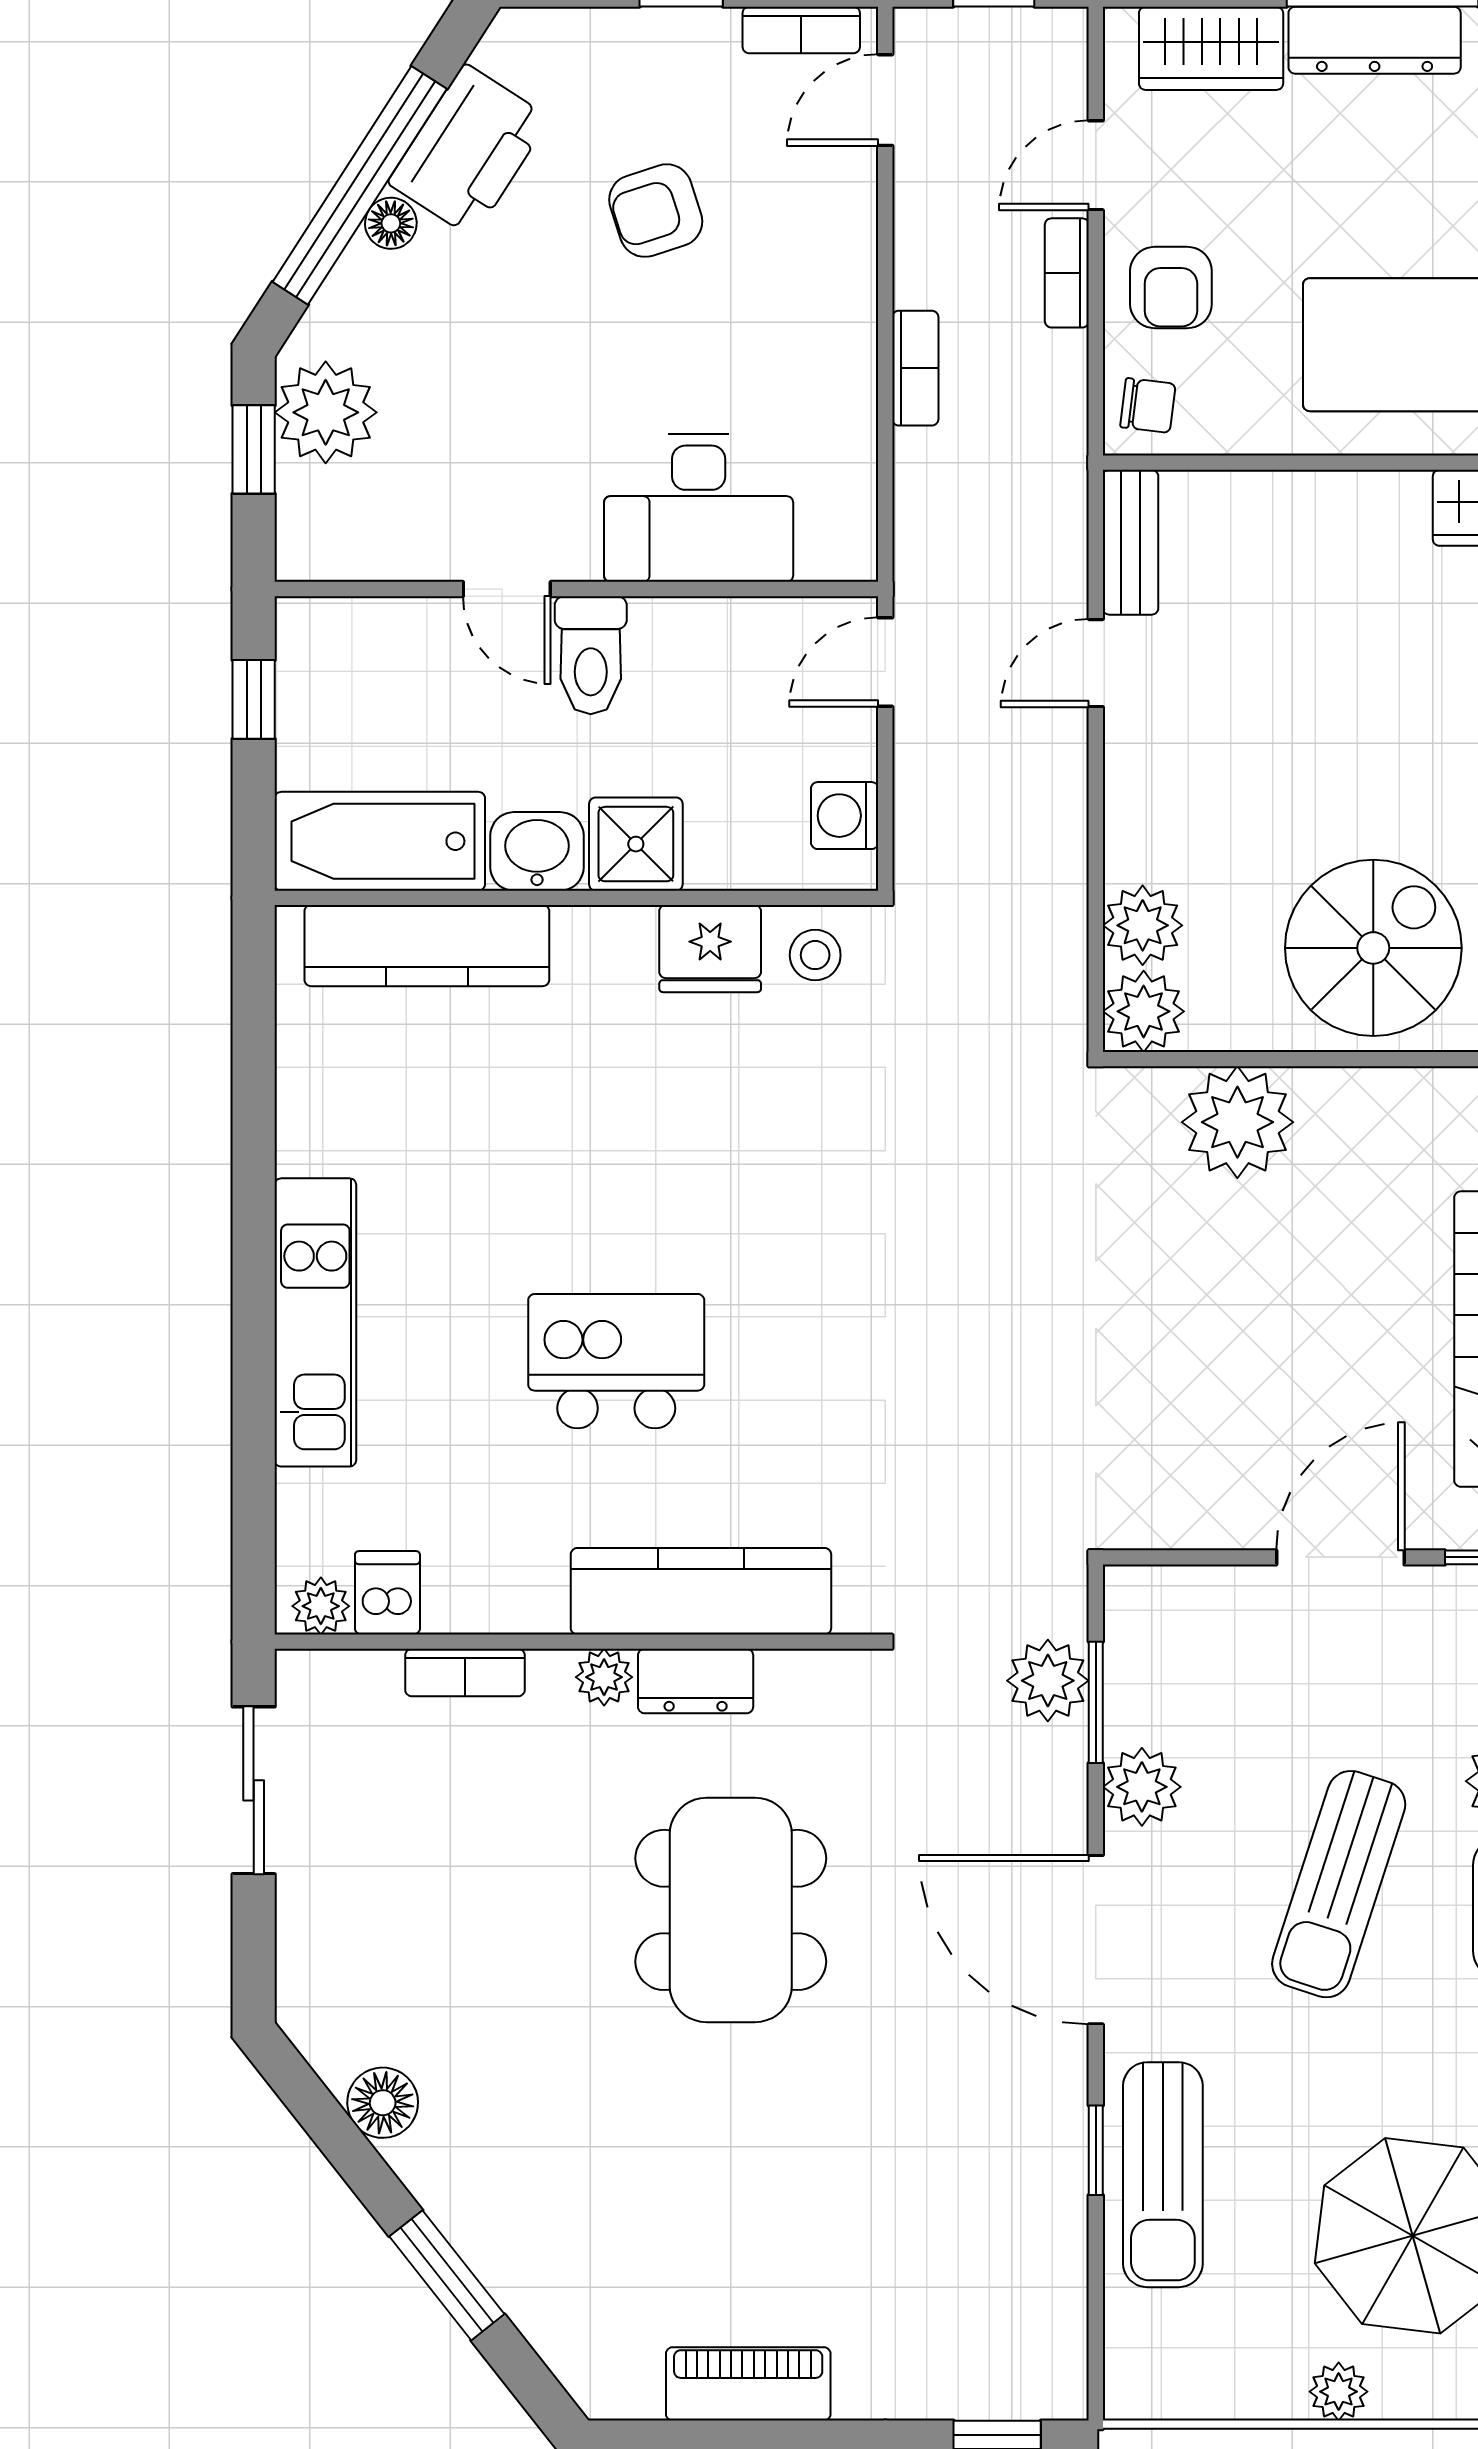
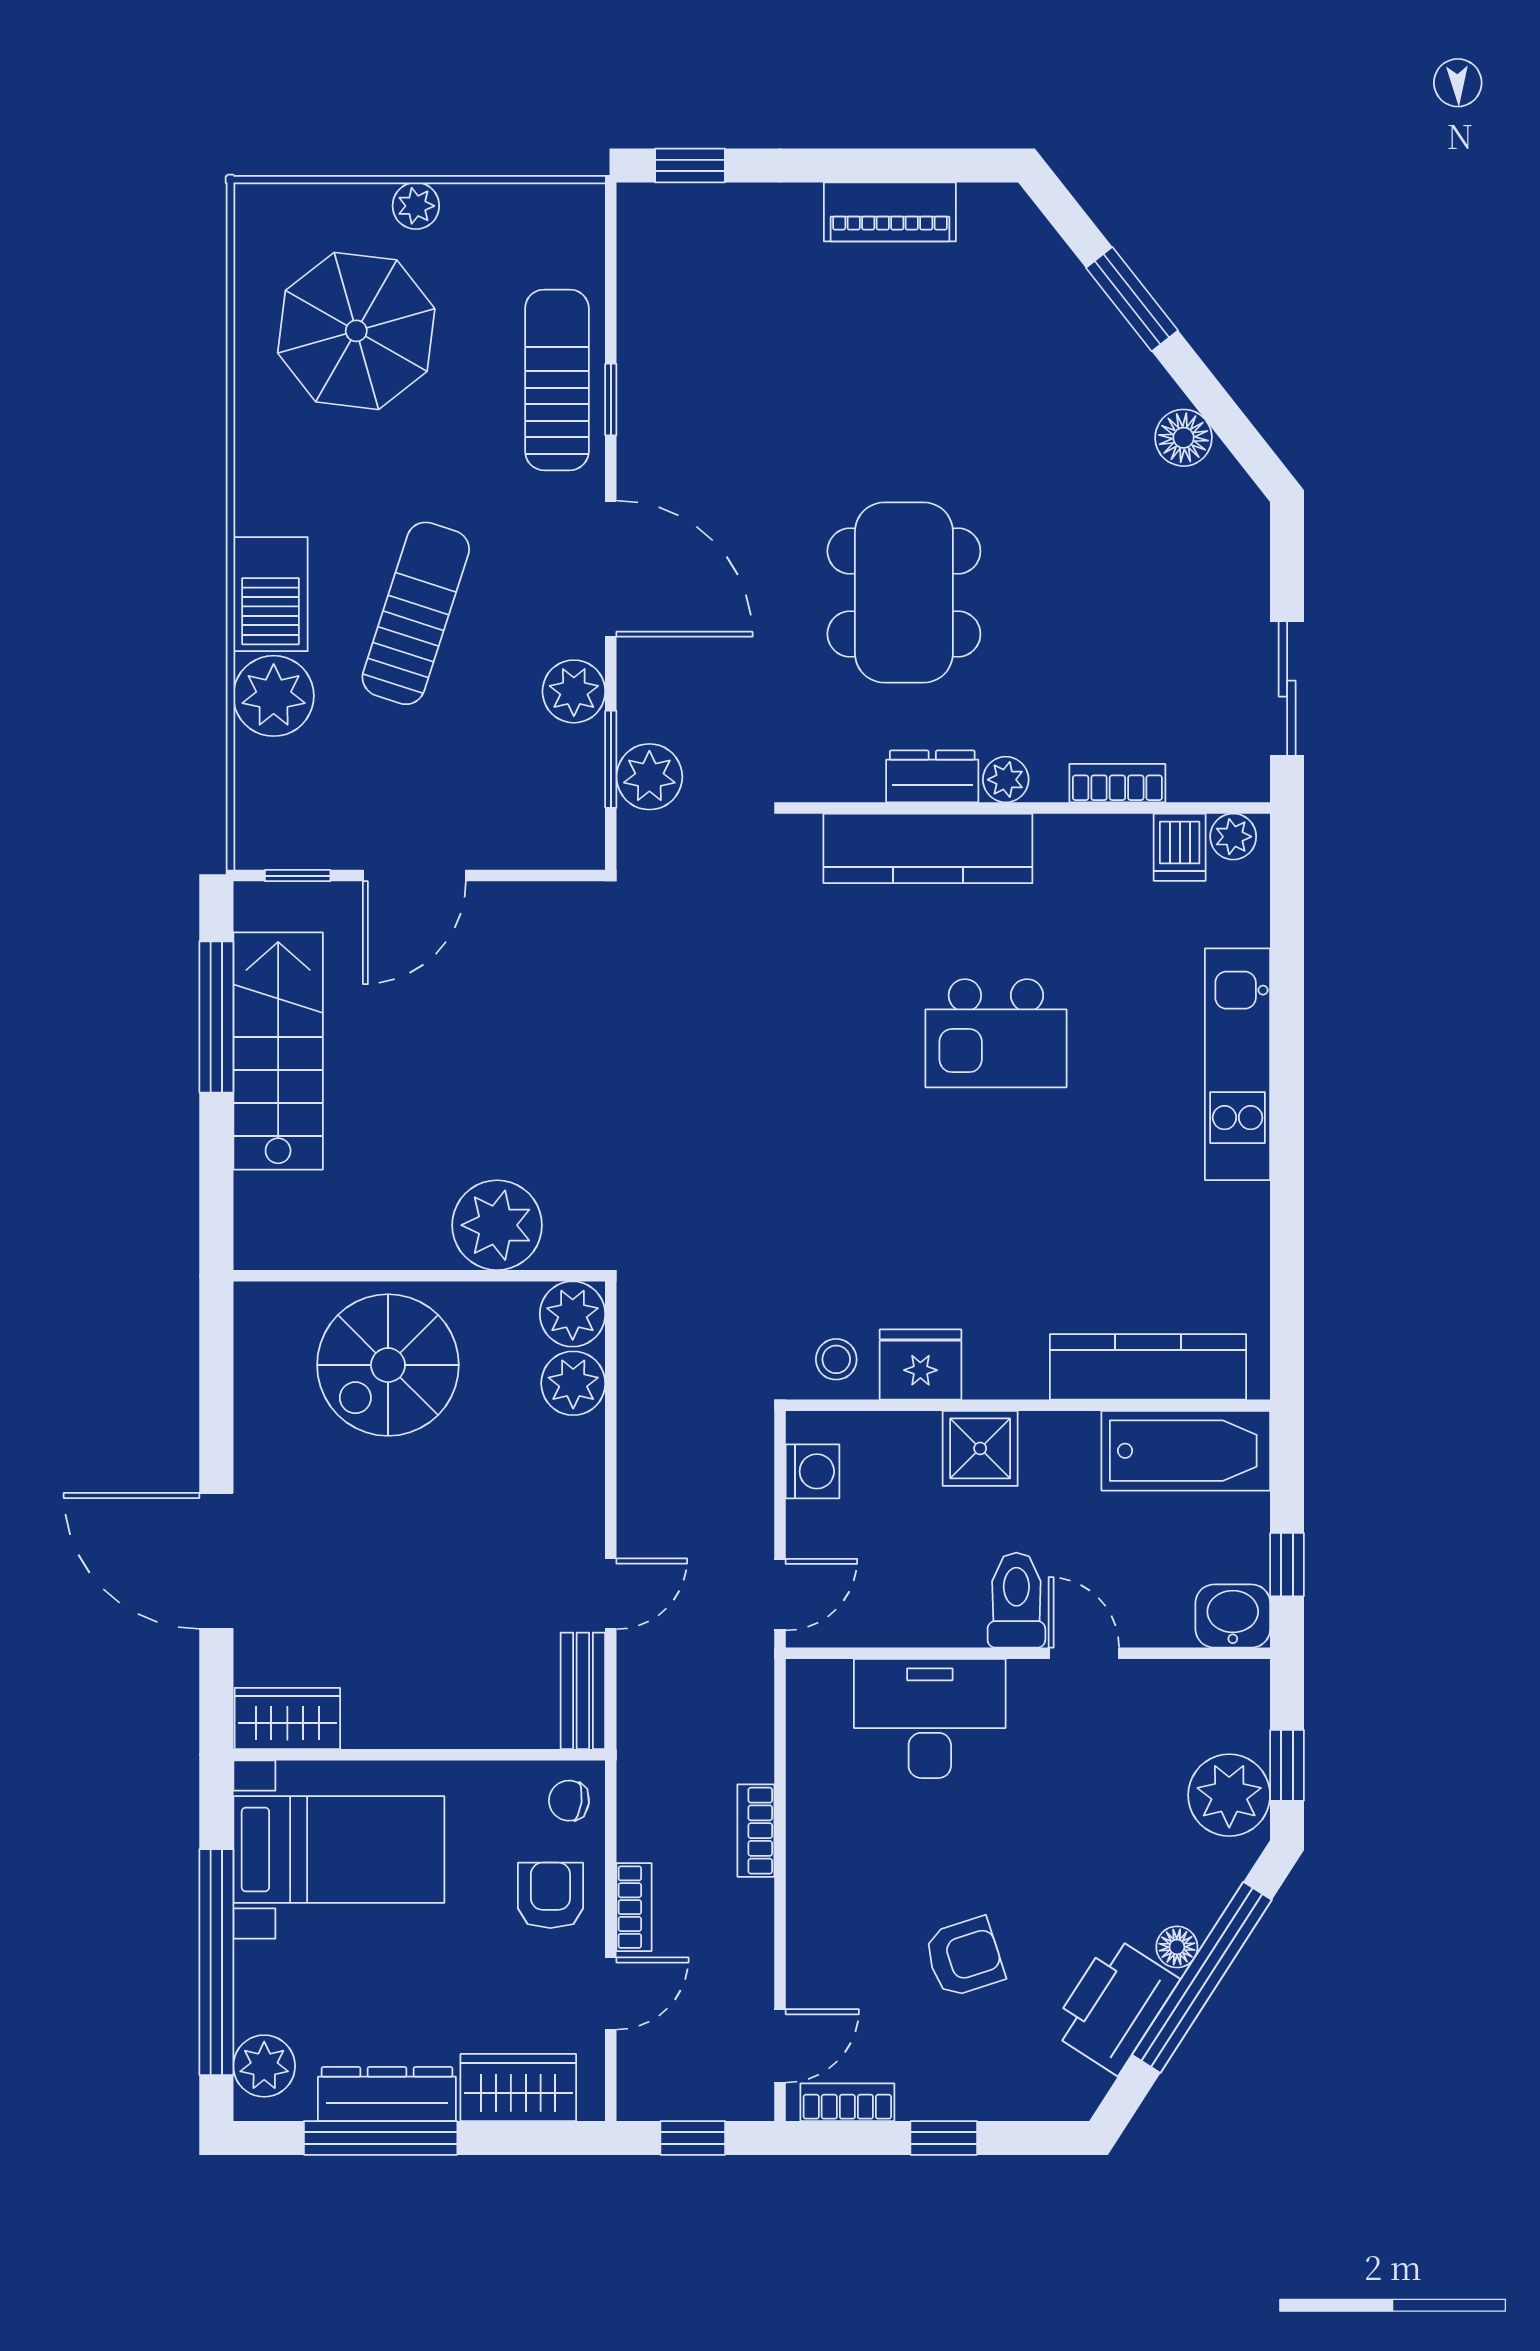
washbasin: (537, 851) -> (1233, 1616), moved, turned 180

